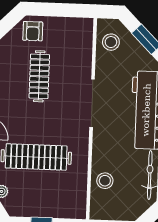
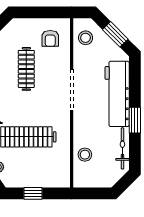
armchair: (33, 31) -> (50, 38), moved

